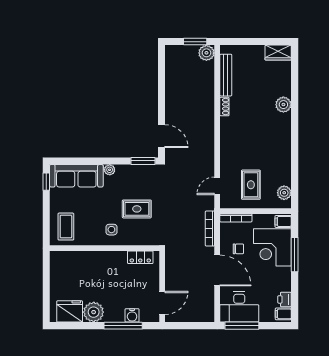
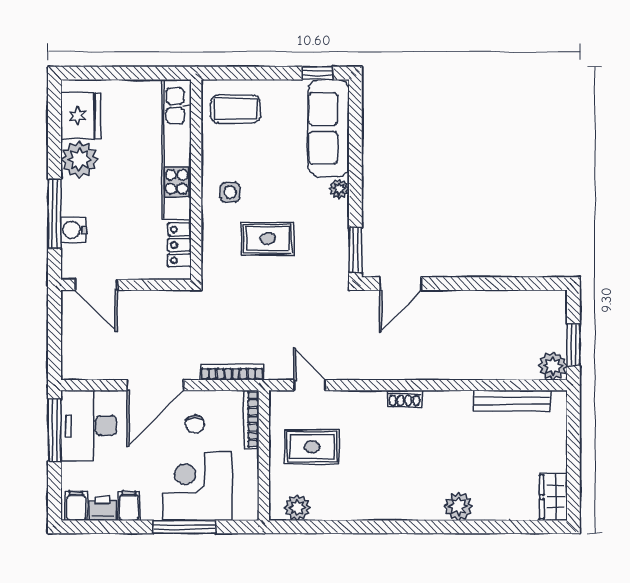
shoe rack: (224, 106) -> (404, 398), moved
rug: (137, 209) -> (268, 239), turned 90
filing cabinet: (283, 221) -> (129, 506), moved
kitchen unit: (88, 259) -> (177, 149), added

